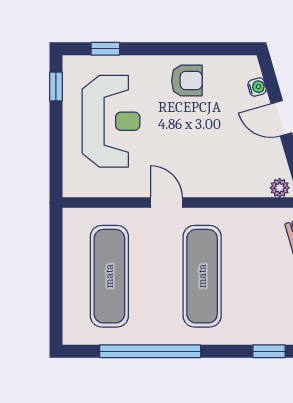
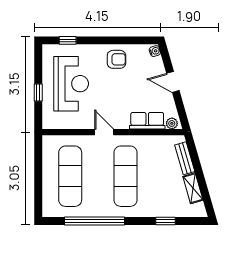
window: (56, 87) -> (38, 92), moved
water cooler: (257, 87) -> (155, 51), moved
row of seats: (238, 183) -> (147, 121), added

